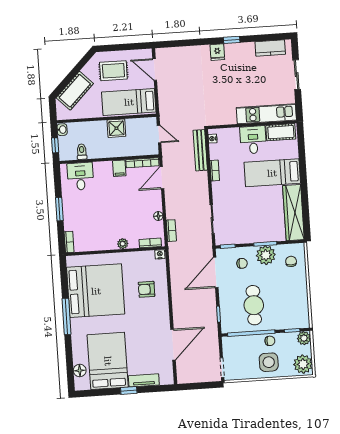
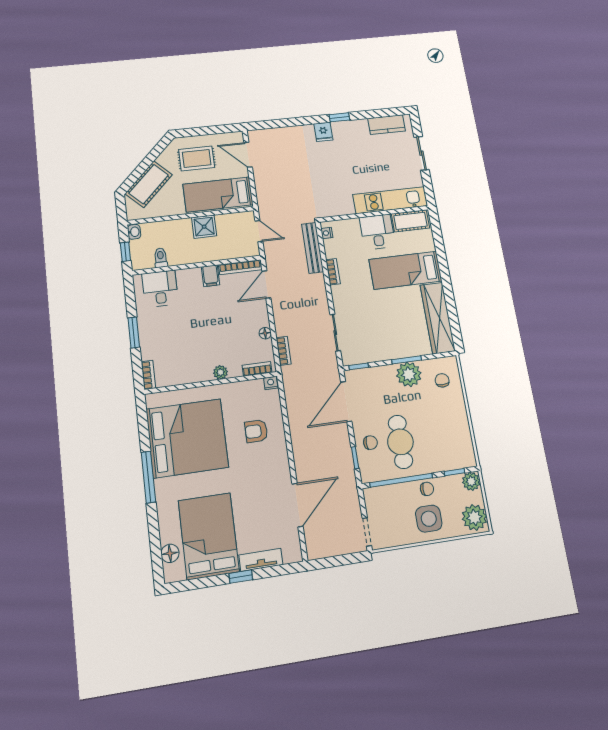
chair: (242, 263) -> (370, 443), moved

